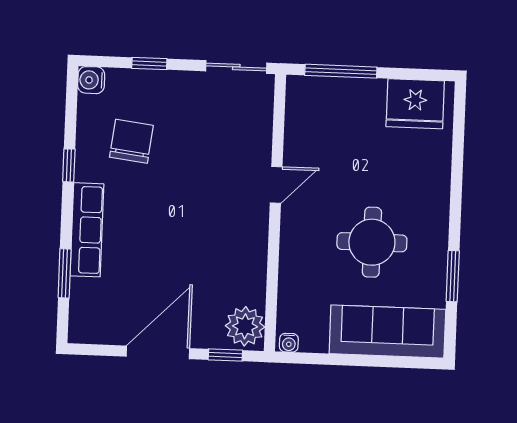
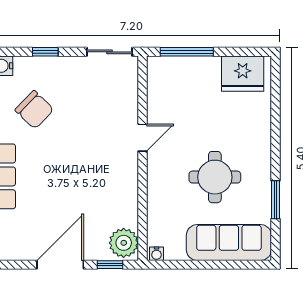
chair: (131, 141) -> (34, 110), turned 127

